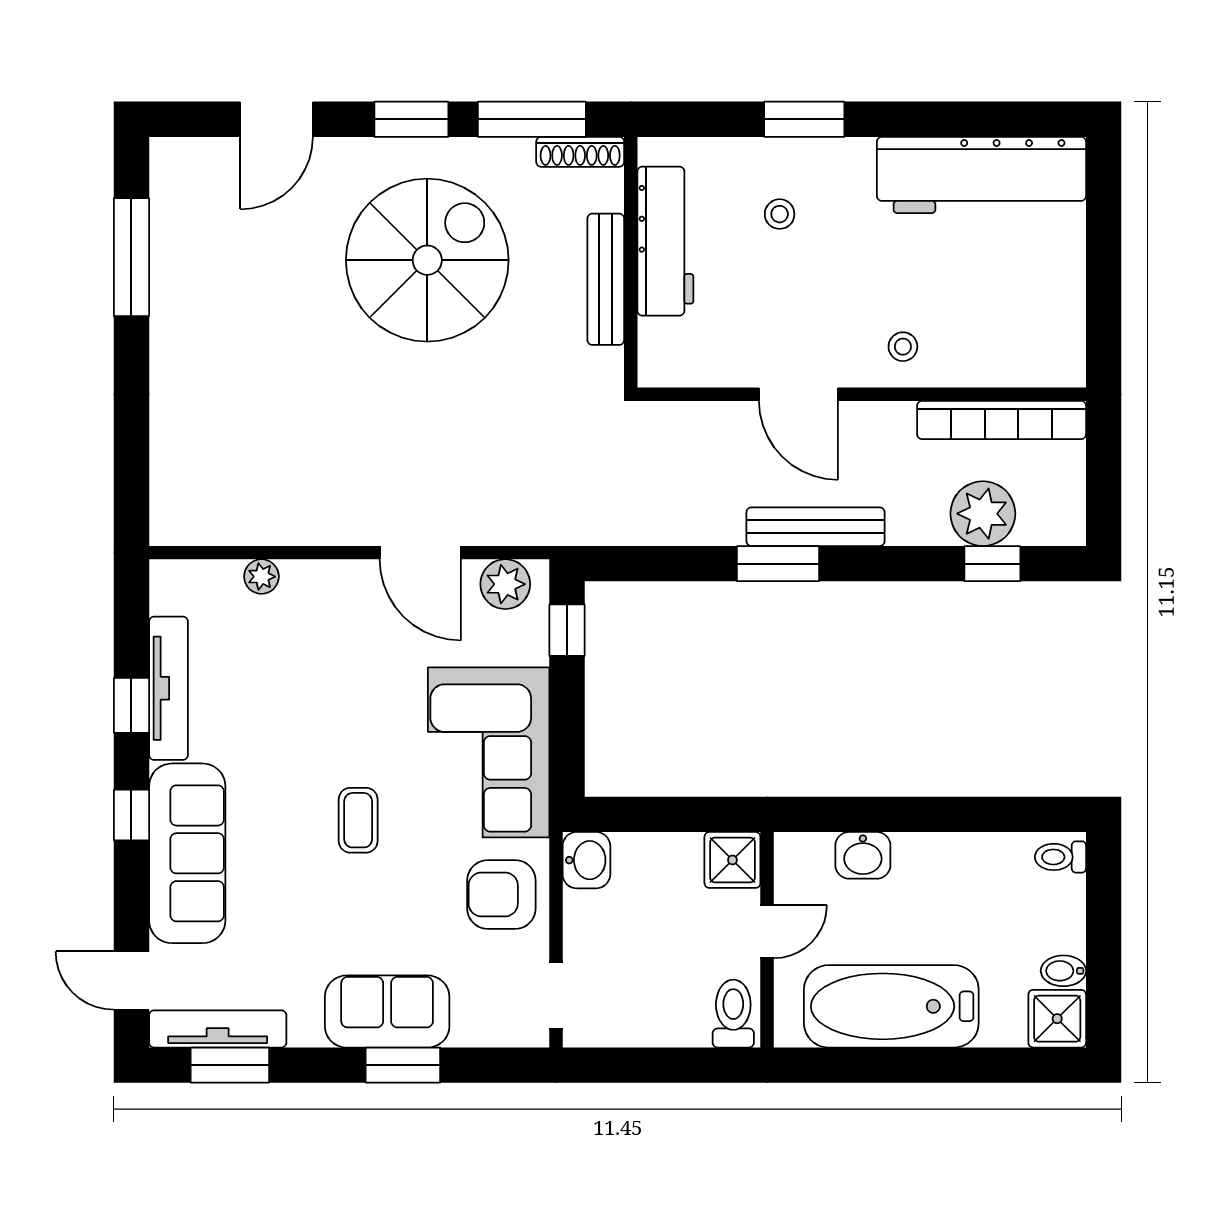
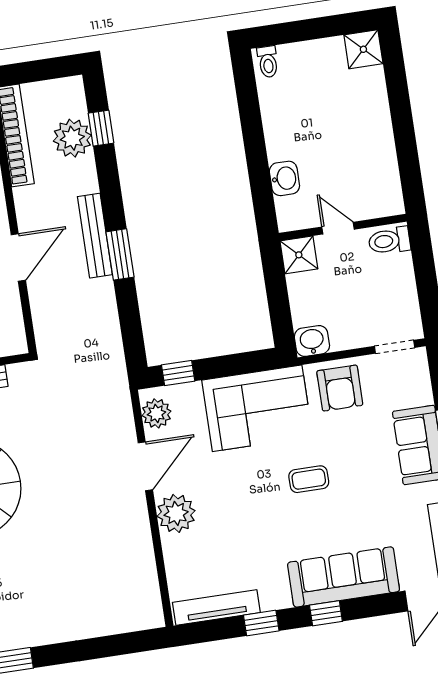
plant: (261, 577) -> (176, 513), moved, width x1.88, depth x1.88
tv unit: (168, 688) -> (216, 608), moved
bidet: (1063, 971) -> (335, 50), removed
bathtub: (891, 1006) -> (371, 148), removed

